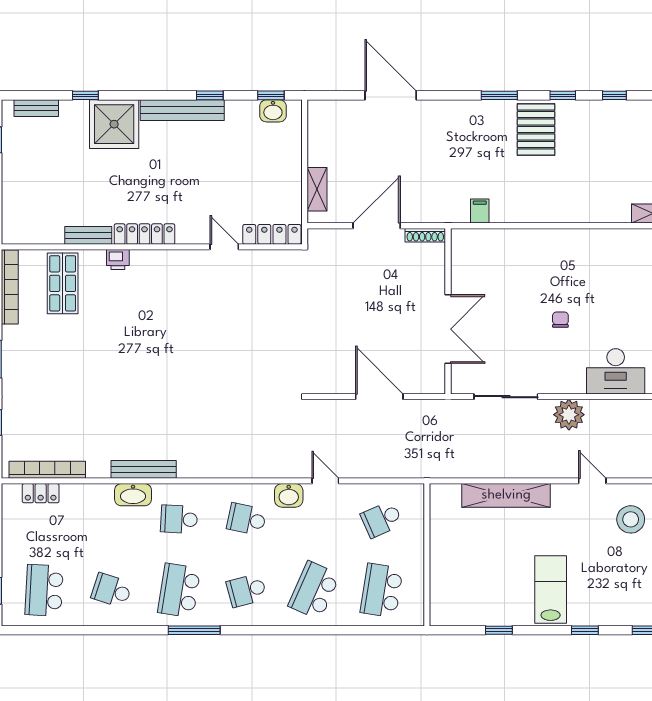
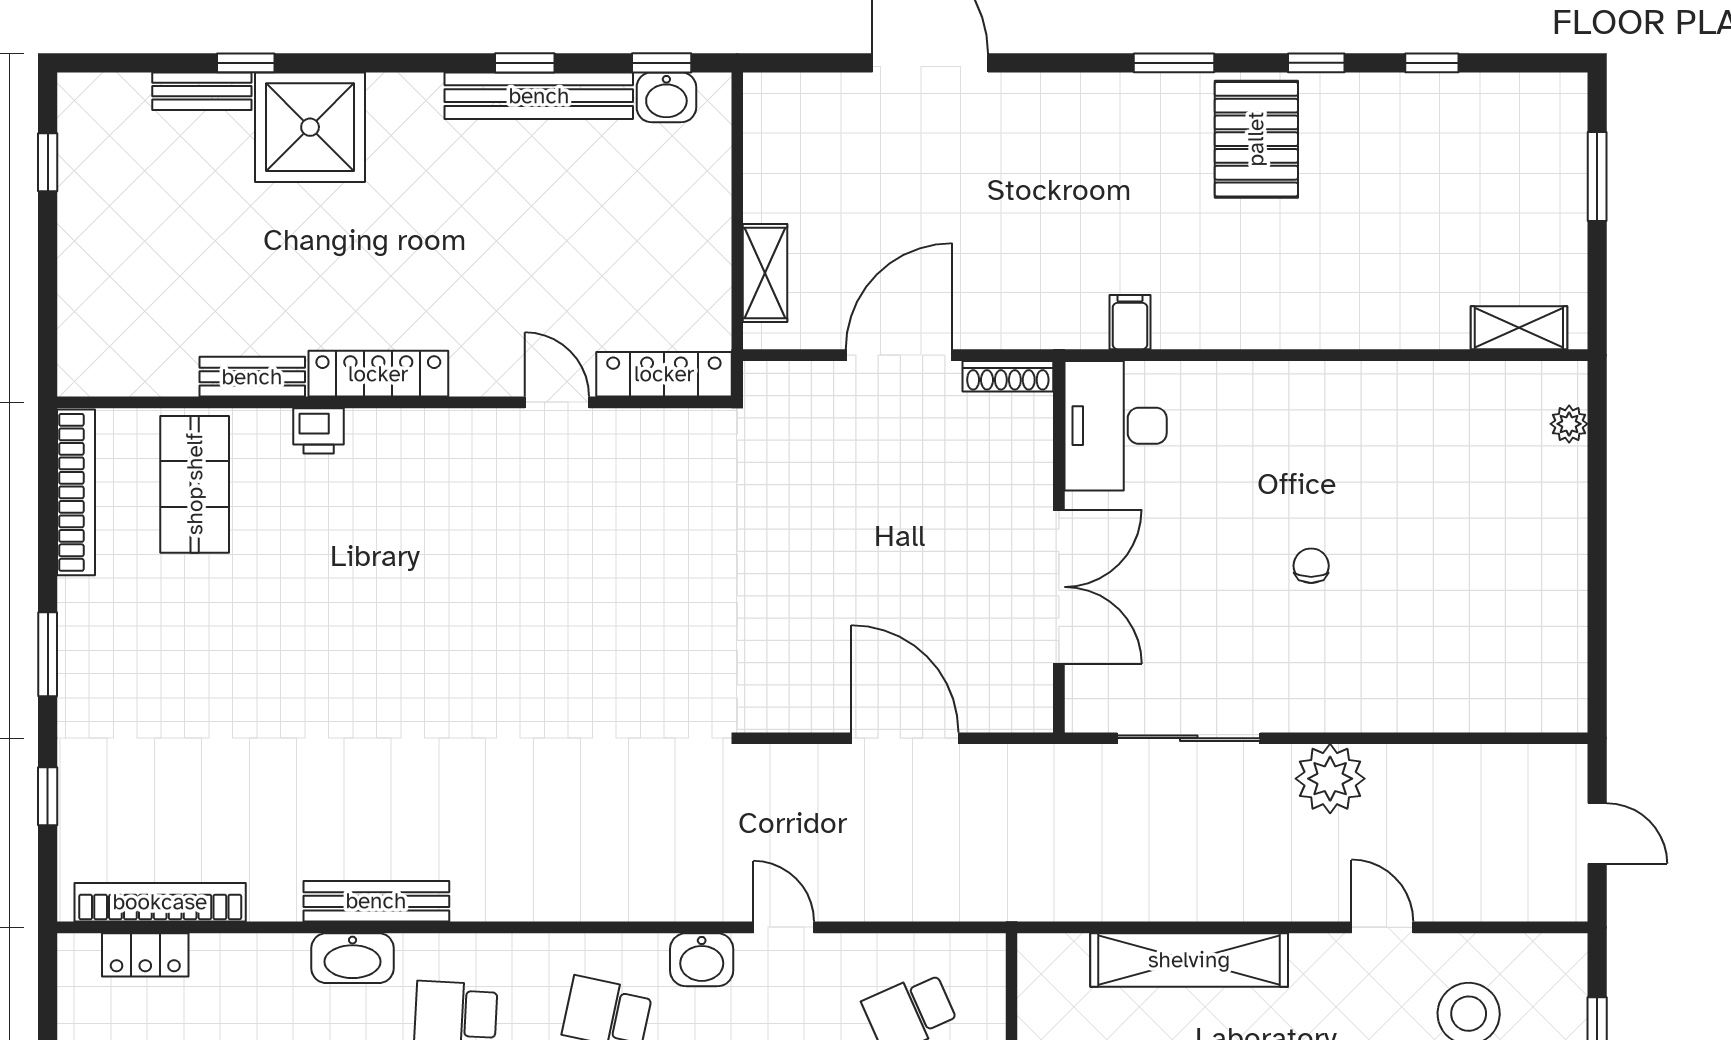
bench: (36, 108) -> (202, 91), moved
bench: (182, 110) -> (539, 96), moved
desk: (616, 371) -> (1116, 426), moved, turned 90

